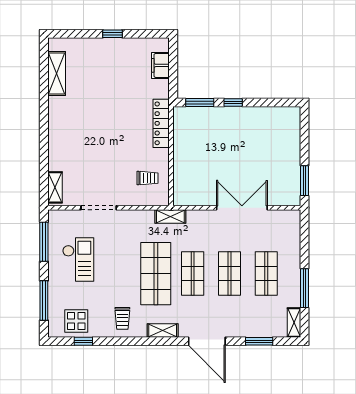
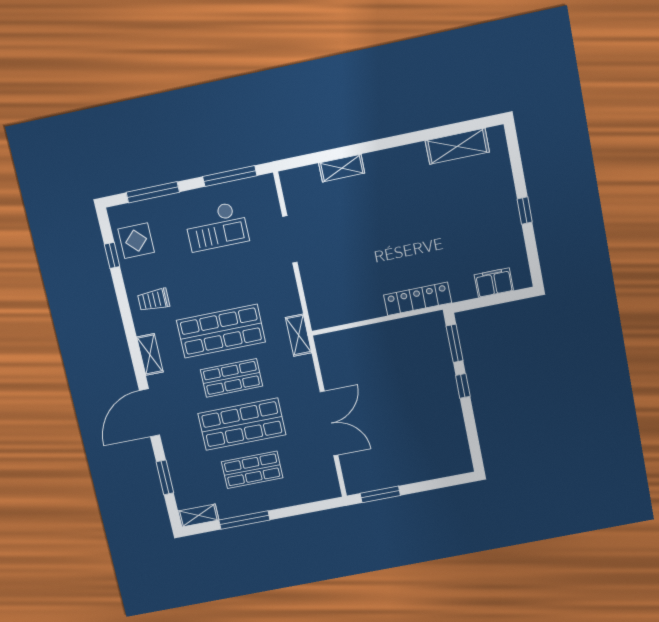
trolley: (148, 178) -> (342, 296), removed
shelving: (55, 187) -> (342, 168), moved
shop shelf: (229, 274) -> (242, 424), width x1.43, depth x1.36

